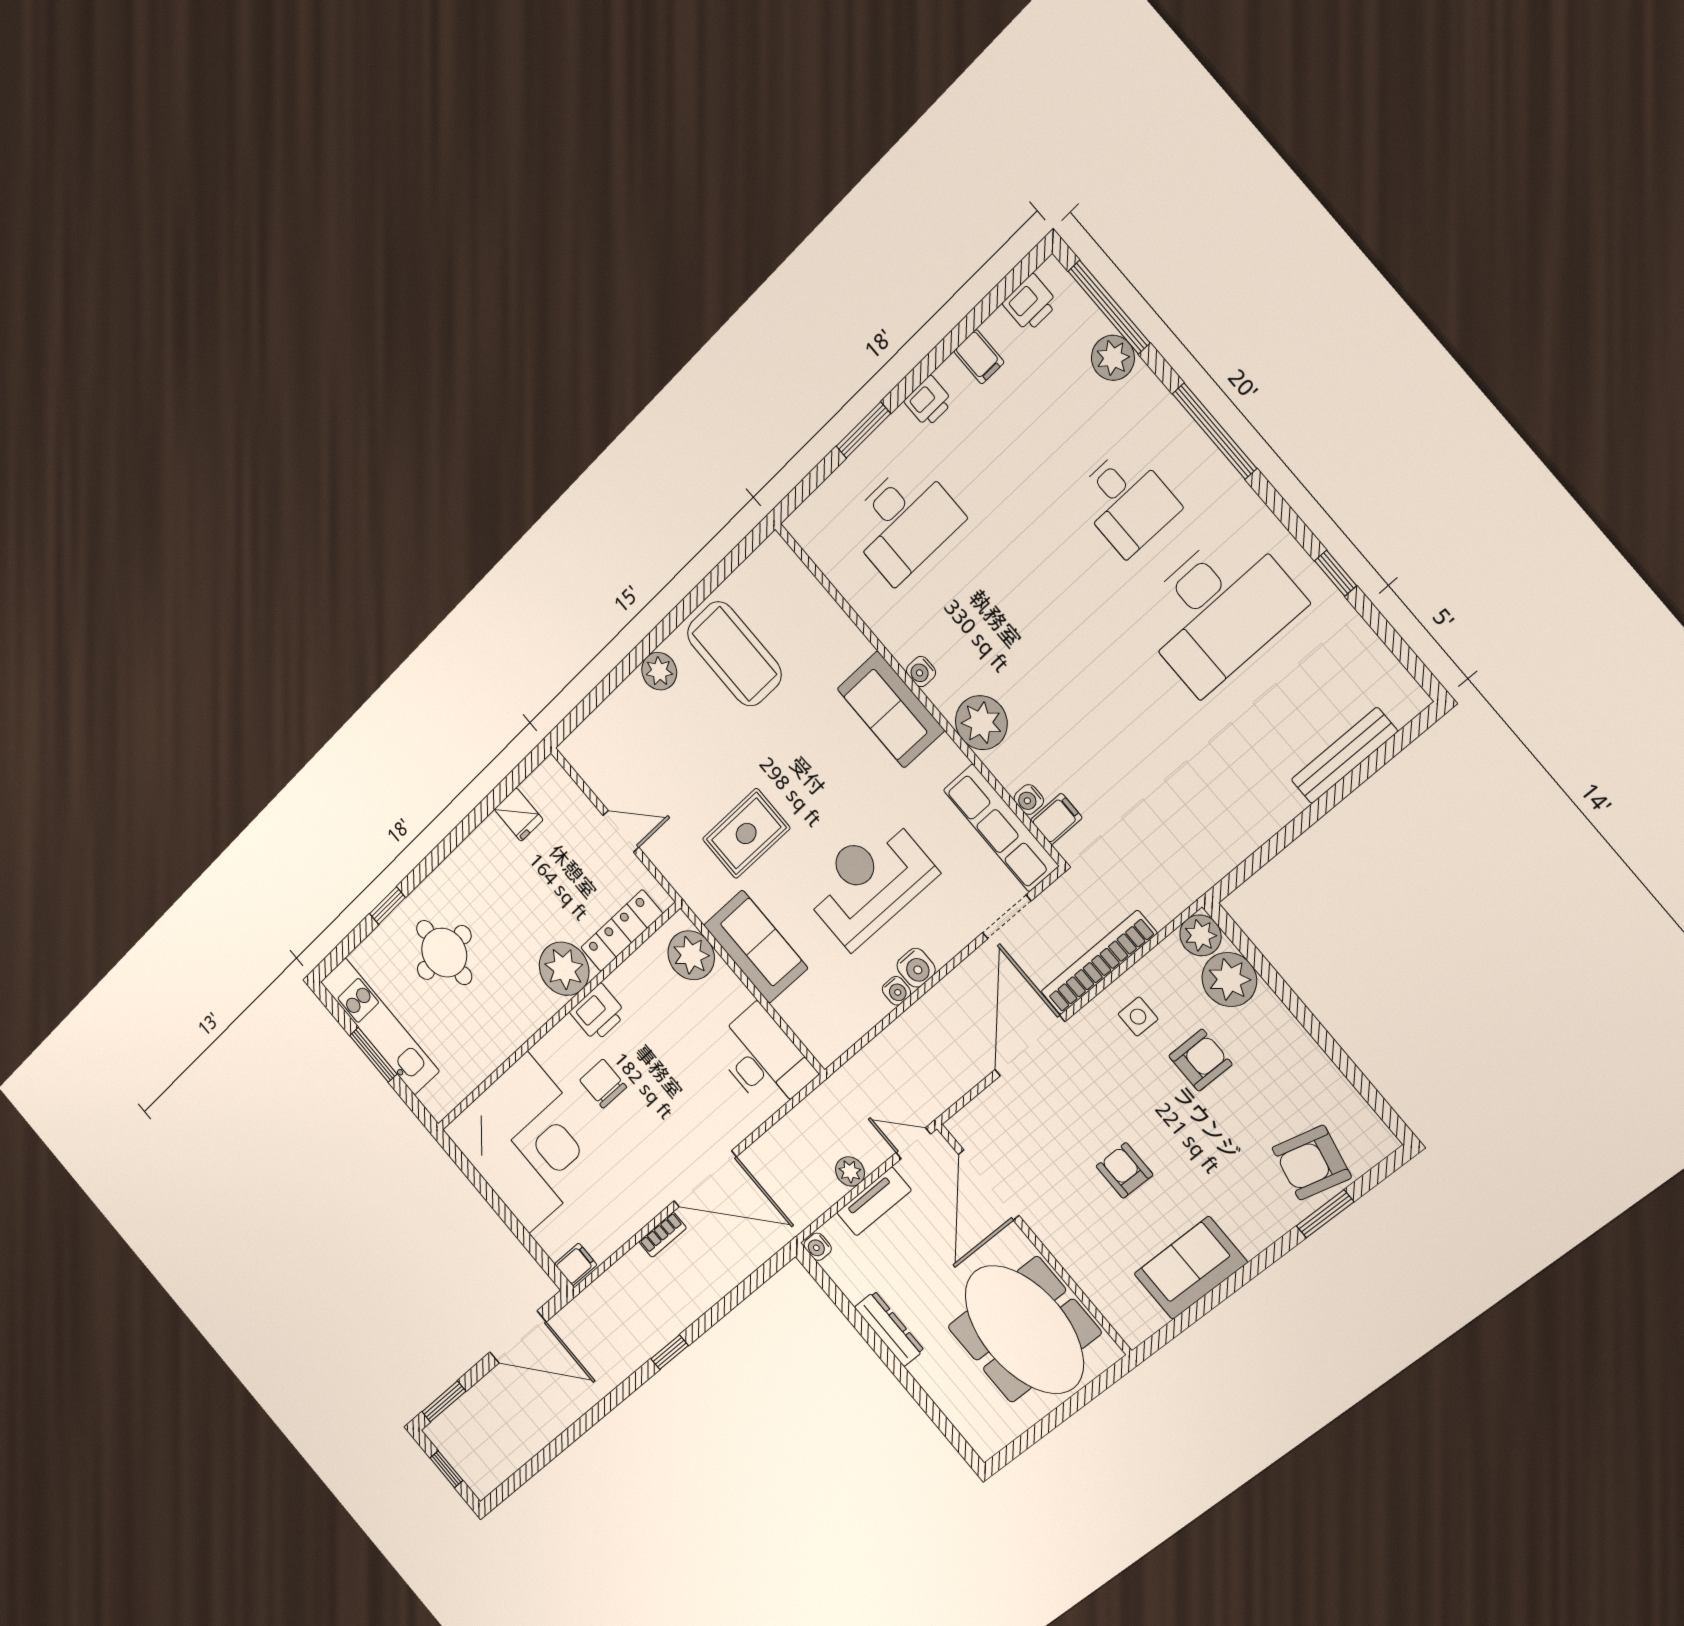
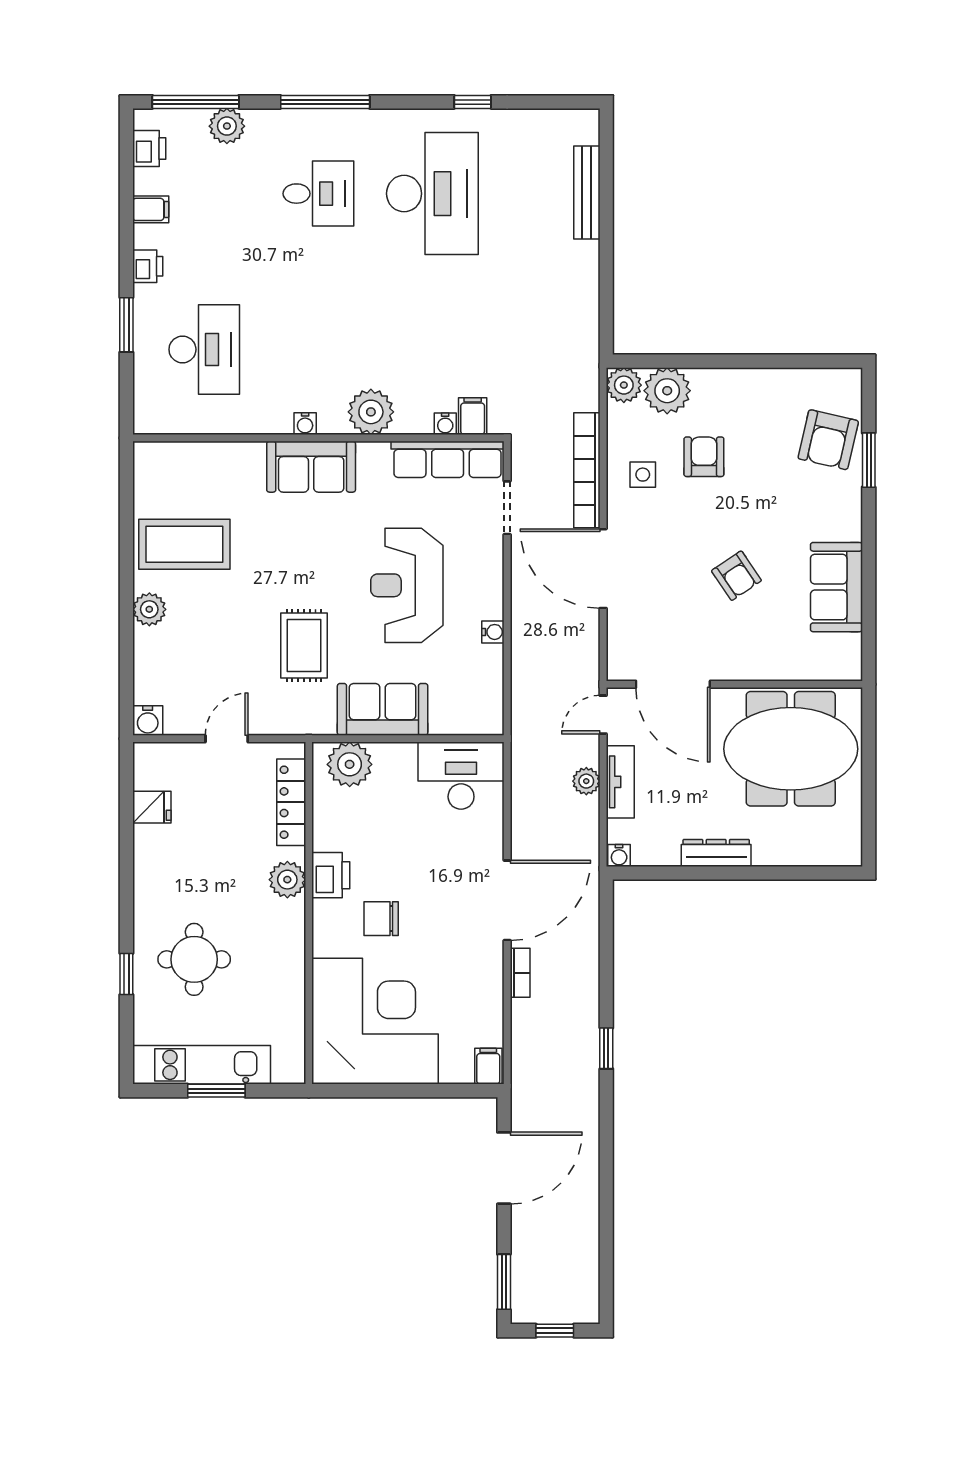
water cooler: (916, 968) -> (148, 721), moved, turned 90
plant: (564, 969) -> (287, 880), width x0.73, depth x0.73
armchair: (1125, 1170) -> (736, 576), turned -124

